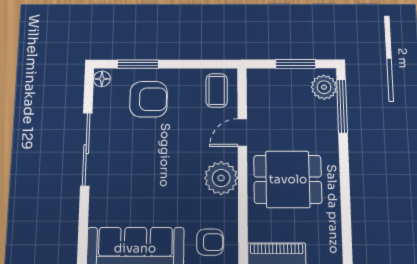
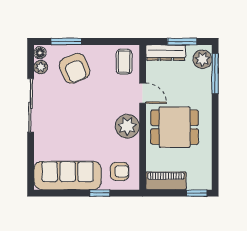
dresser: (274, 78) -> (166, 53), added
plant: (102, 98) -> (41, 67), added
armchair: (149, 99) -> (75, 68), turned 68
door: (242, 133) -> (143, 93), swing flipped

